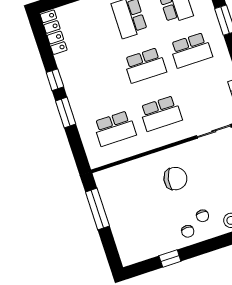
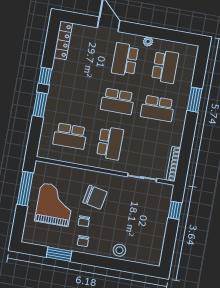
school desk: (161, 113) -> (110, 143), turned -90
grand piano: (137, 209) -> (55, 205), added
chair: (203, 216) -> (84, 221), moved
window: (170, 259) -> (59, 254), width x1.50

